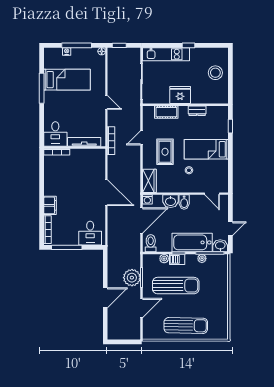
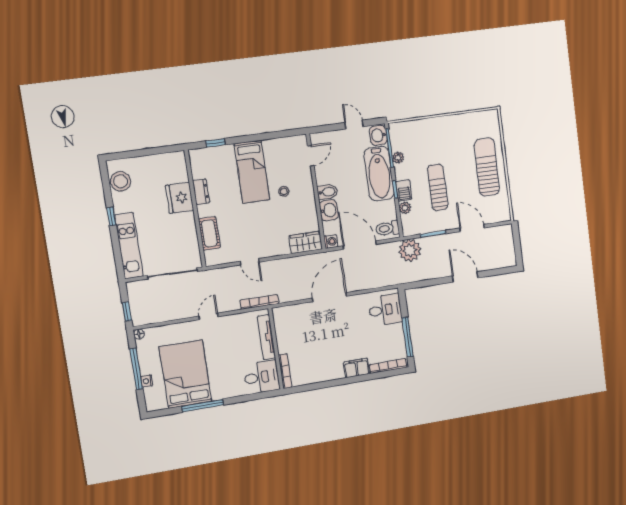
stool: (215, 73) -> (121, 181), moved
bed: (67, 80) -> (185, 374), width x1.50
fridge: (180, 95) -> (180, 198), moved
rug: (165, 152) -> (264, 227), removed
plant: (132, 278) -> (410, 250), moved
sun lounger: (176, 286) -> (438, 187), width x0.73, depth x0.75

